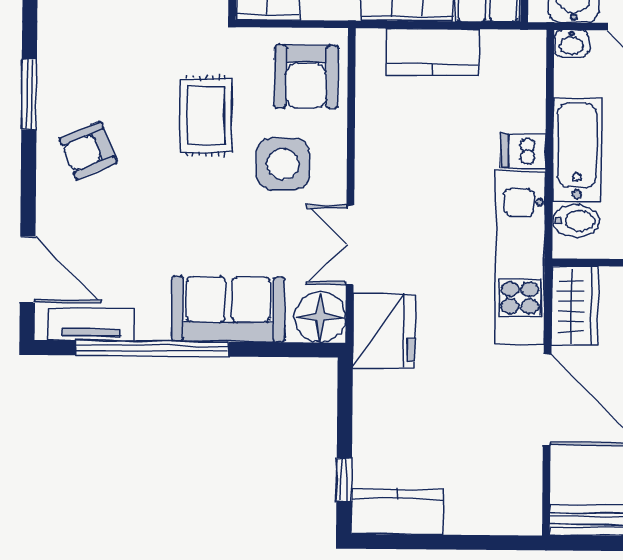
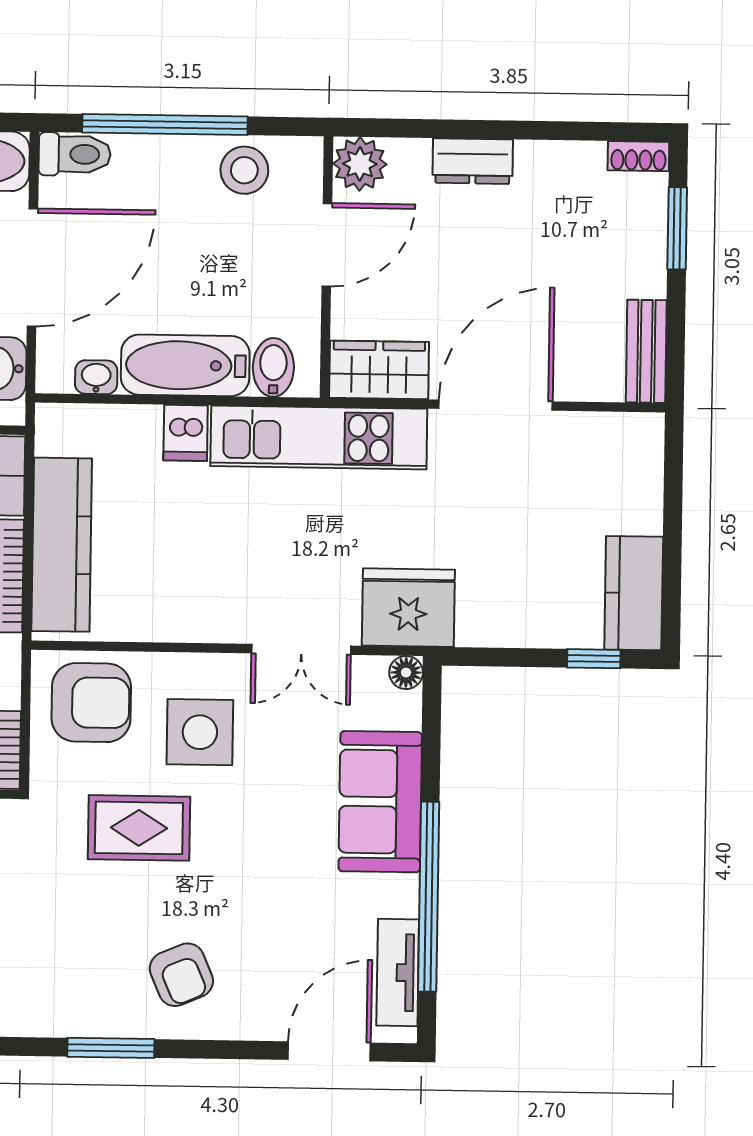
washbasin: (572, 44) -> (96, 377), moved, turned -90
kitchen counter: (433, 52) -> (62, 545), width x1.50
floor lamp: (320, 317) -> (406, 672), width x0.53, depth x0.53

